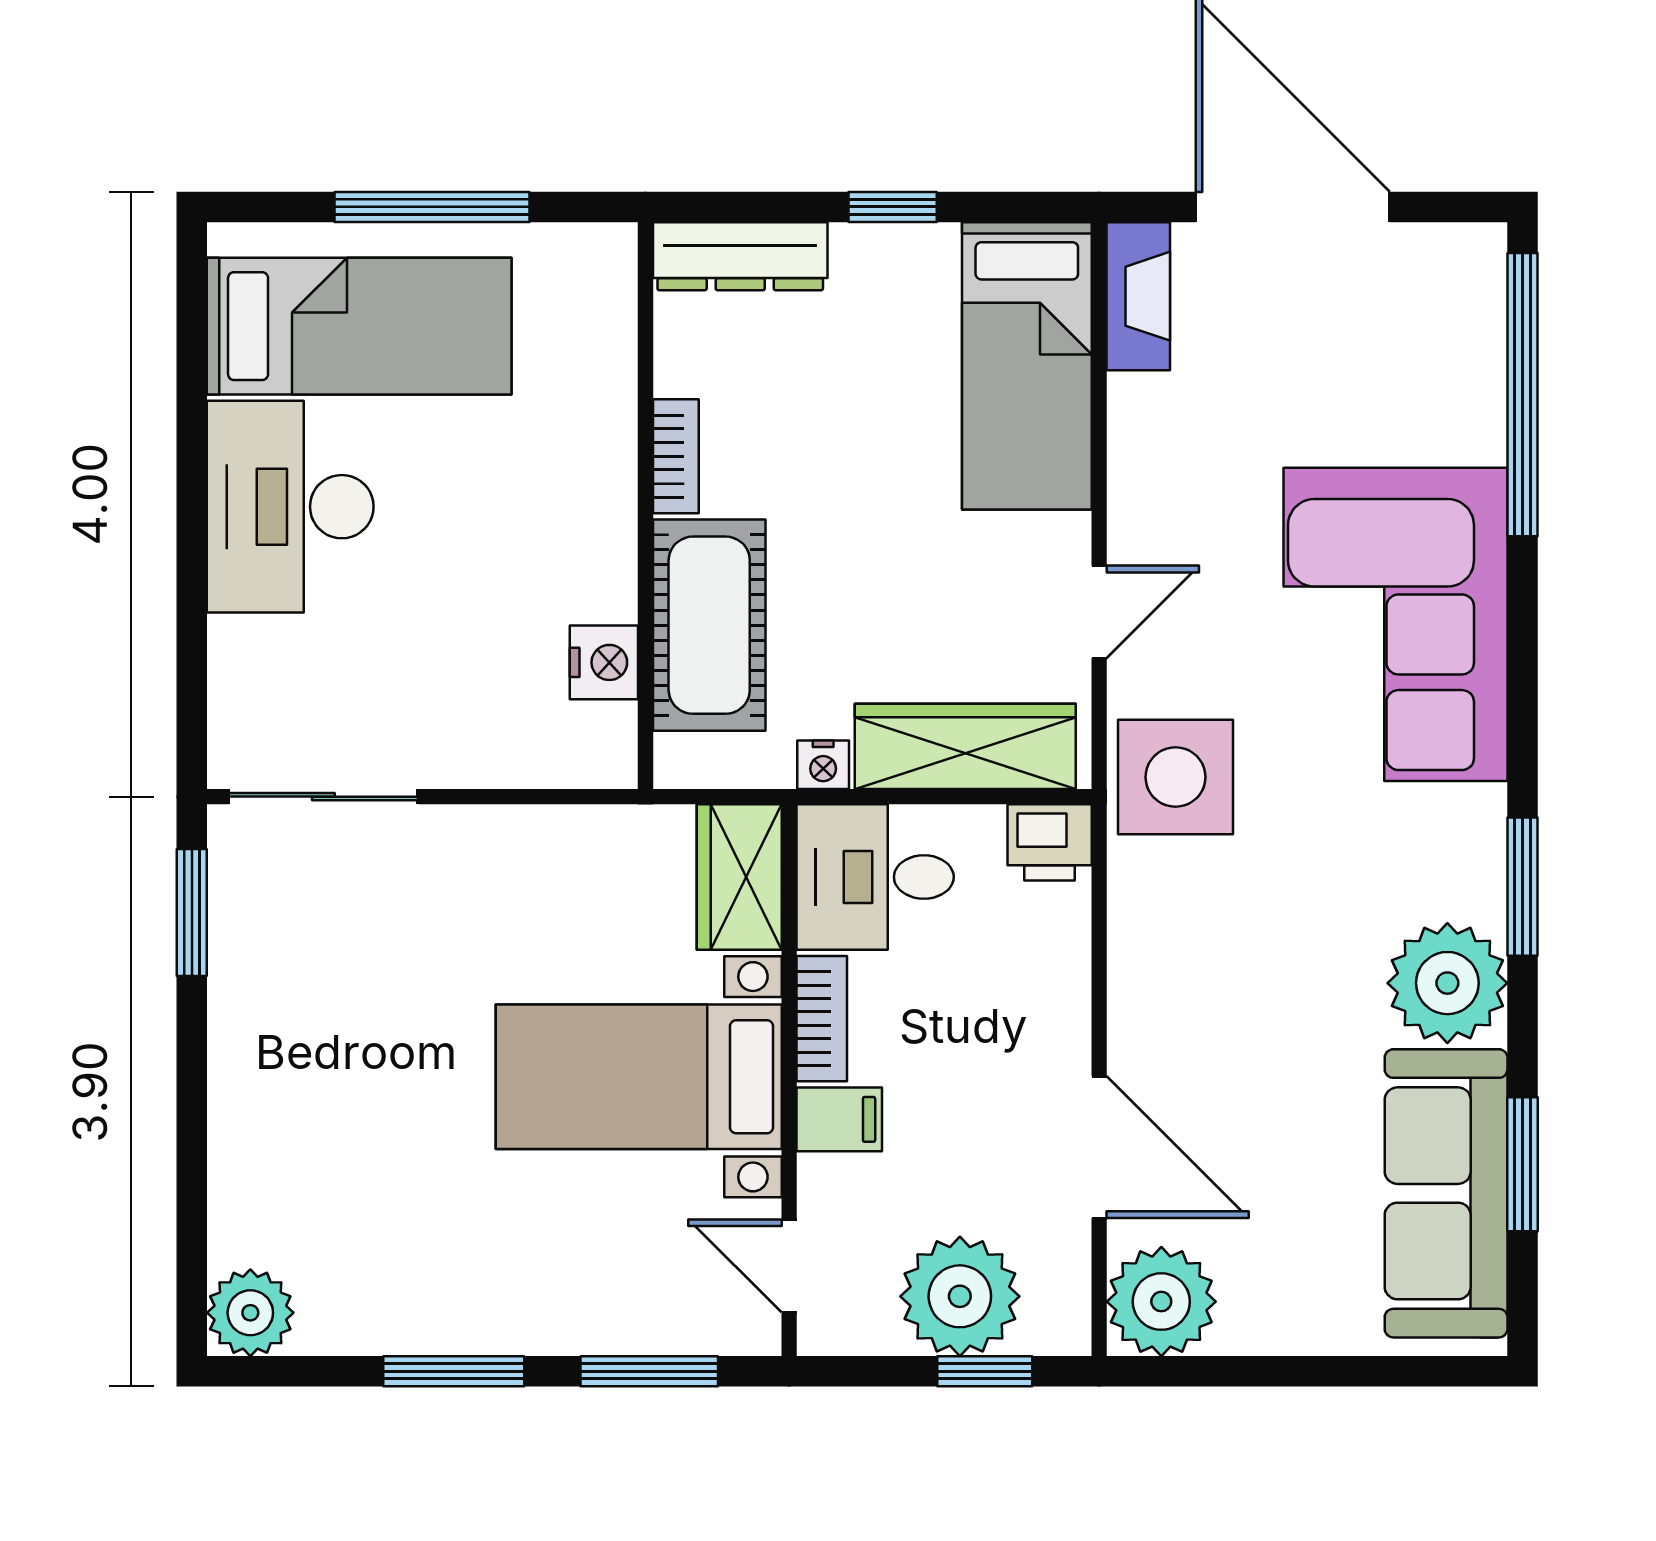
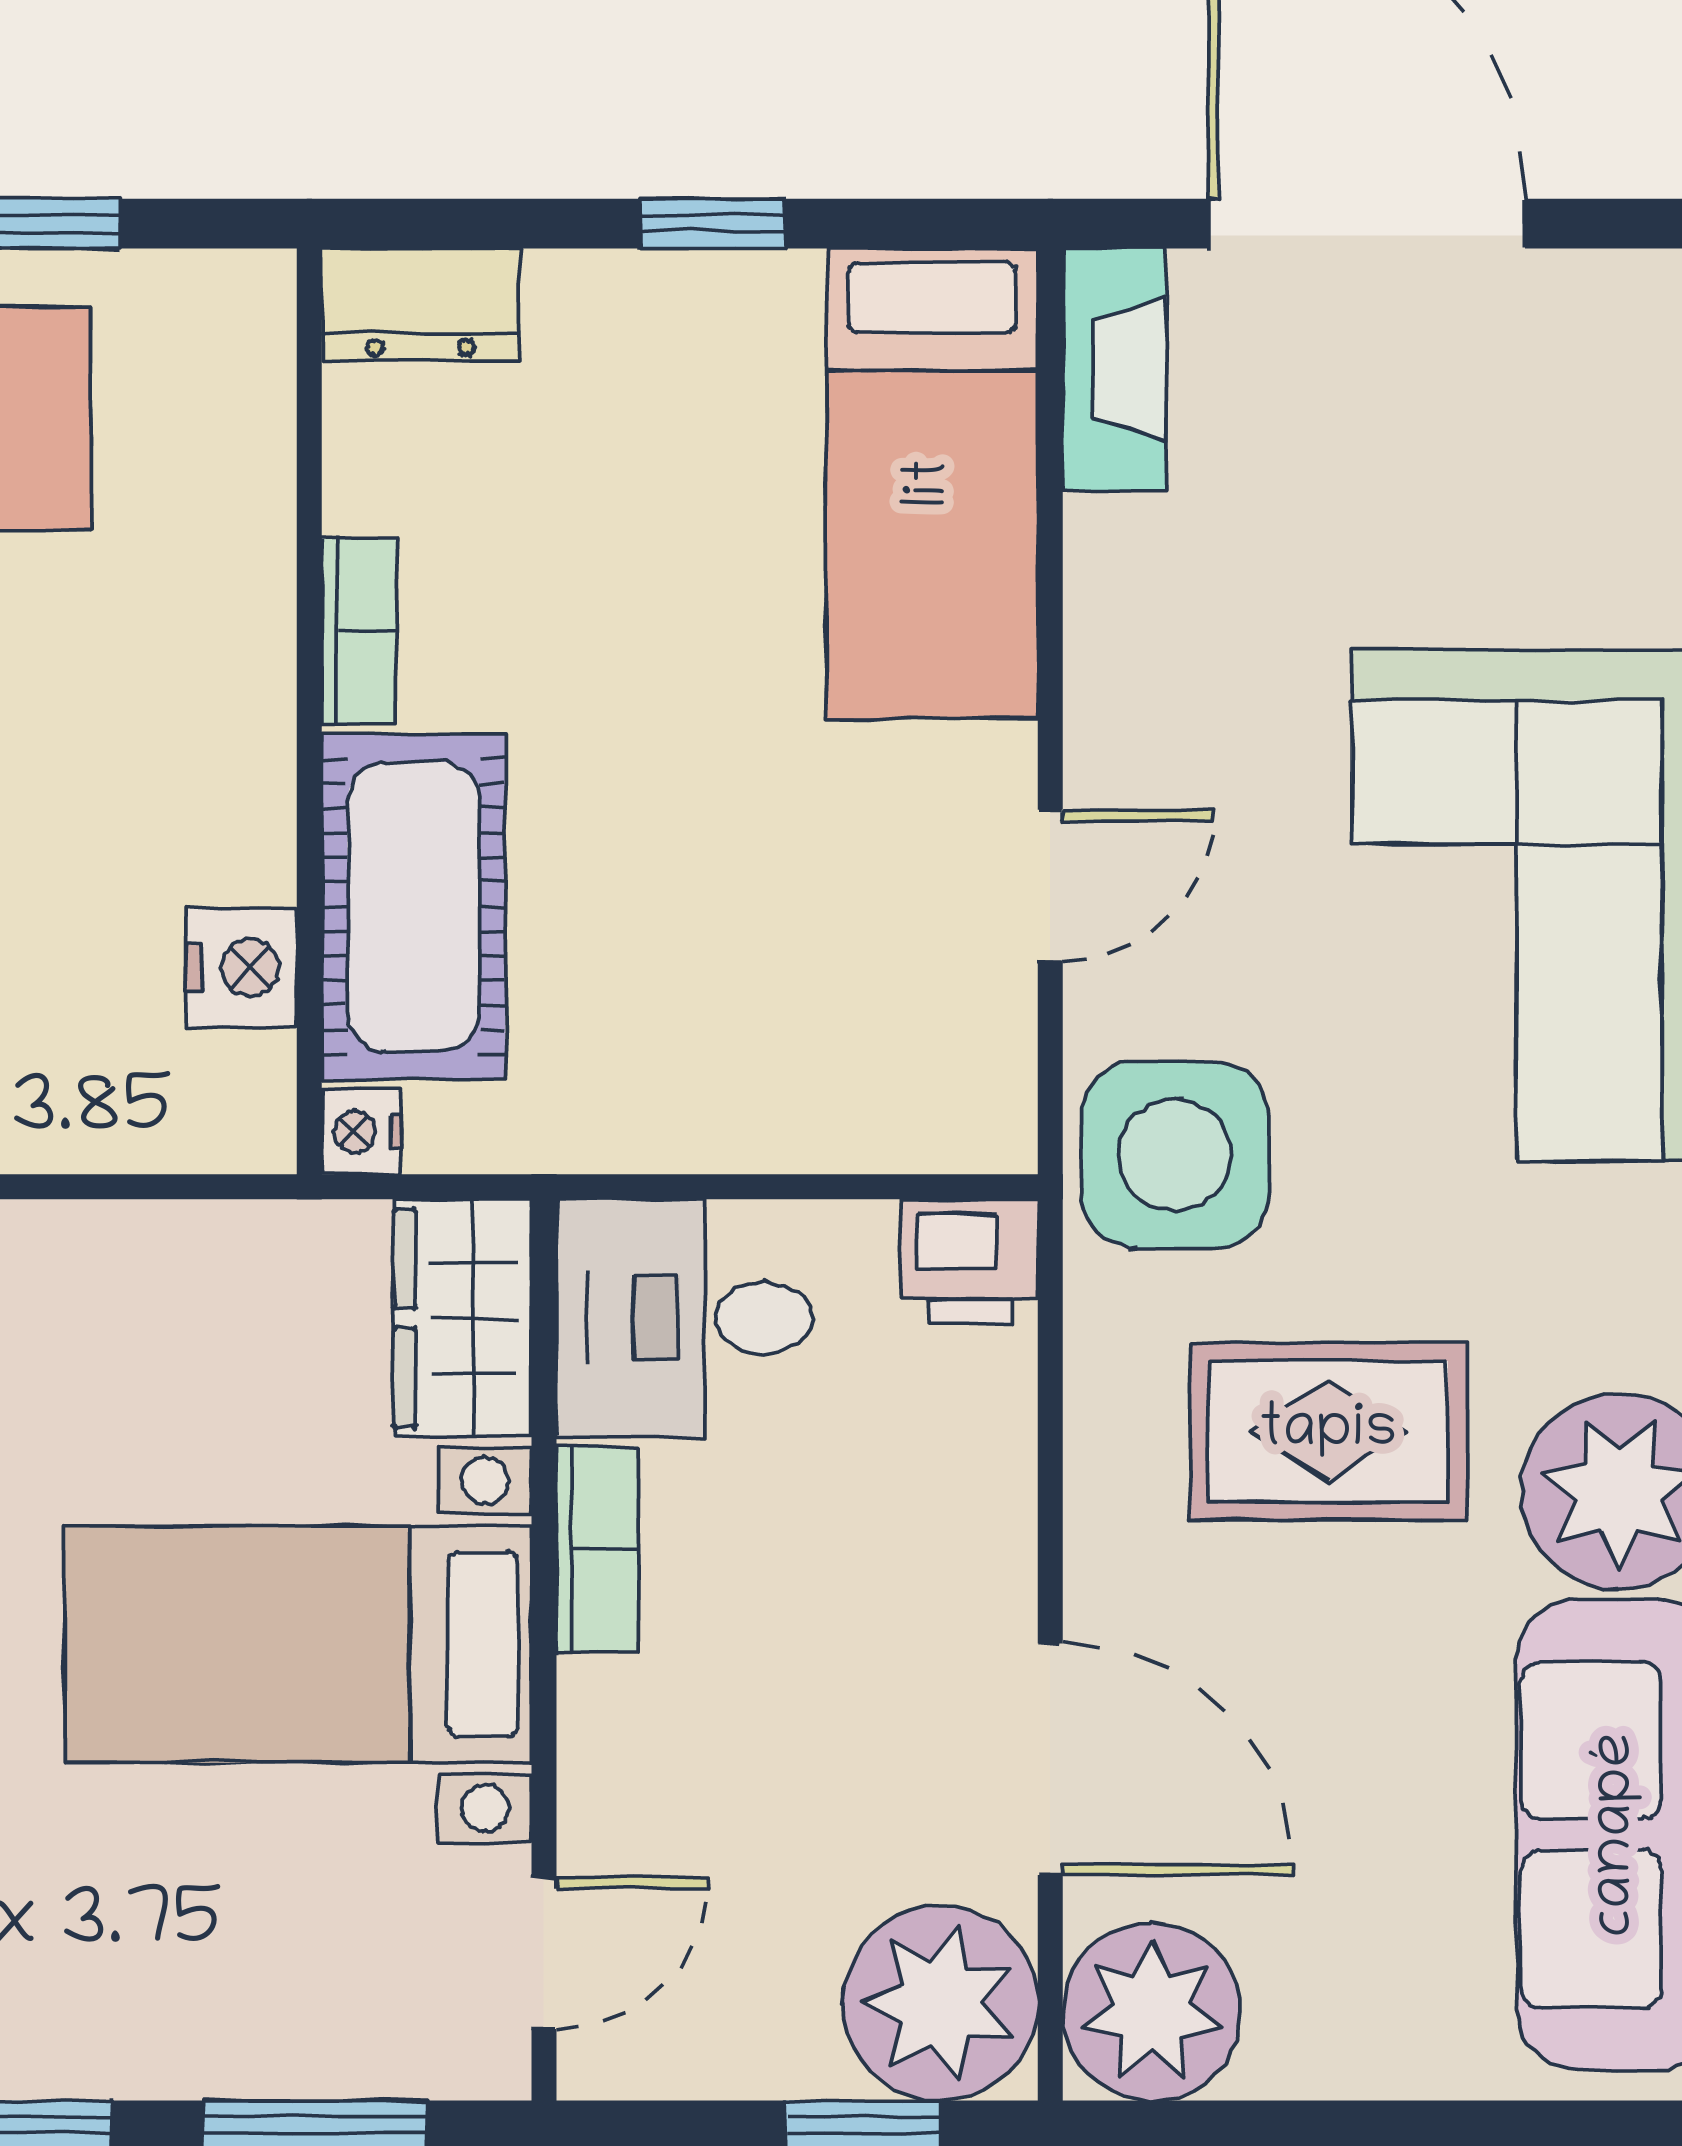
dresser: (740, 256) -> (421, 304), width x0.70
wardrobe: (965, 746) -> (832, 1105), removed
nightstand: (823, 765) -> (361, 1131), moved, turned 90
rug: (1269, 947) -> (1328, 1432), added
filing cabinet: (839, 1119) -> (626, 1714), removed
door: (789, 1266) -> (544, 1953), swing flipped
plant: (960, 1296) -> (940, 2003), moved

